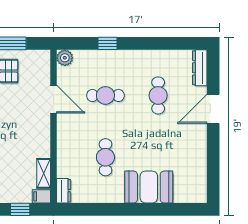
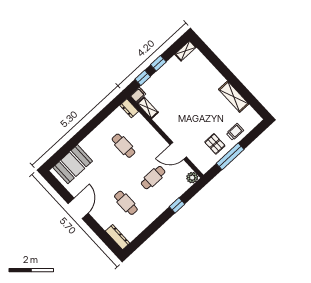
door: (213, 109) -> (78, 208), moved
booth: (149, 187) -> (73, 164), moved

